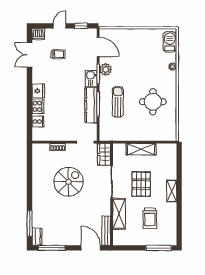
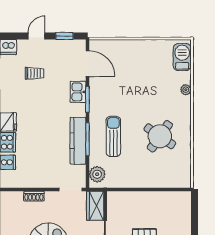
plant: (105, 69) -> (97, 174), moved
kitchen sink: (91, 78) -> (78, 92), moved
round table: (153, 102) -> (160, 136), turned 35
shelving: (141, 149) -> (144, 199), removed

